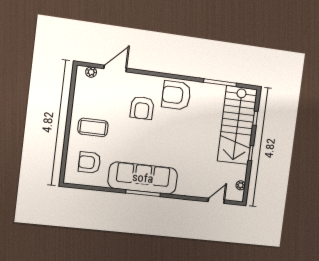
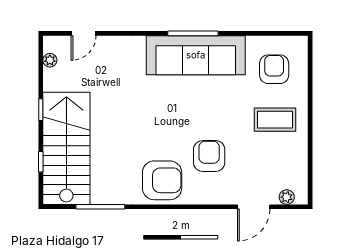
armchair: (90, 162) -> (274, 69), turned -90

